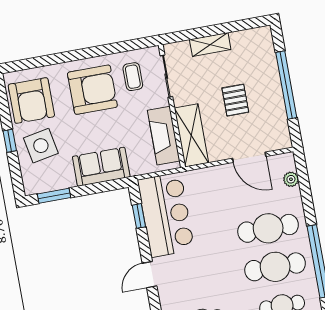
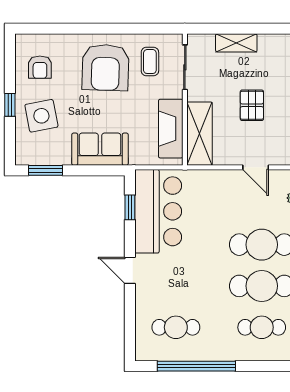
armchair: (92, 90) -> (105, 67), turned 92
armchair: (31, 101) -> (40, 67), width x0.53, depth x0.53
door: (249, 157) -> (256, 167), width x0.73
door: (150, 275) -> (130, 270), hinge flipped

